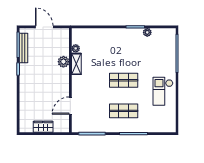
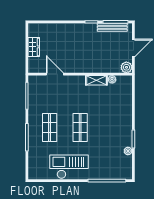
plant: (63, 62) -> (126, 67), moved
checkout: (163, 91) -> (69, 167), width x1.36, depth x1.21

